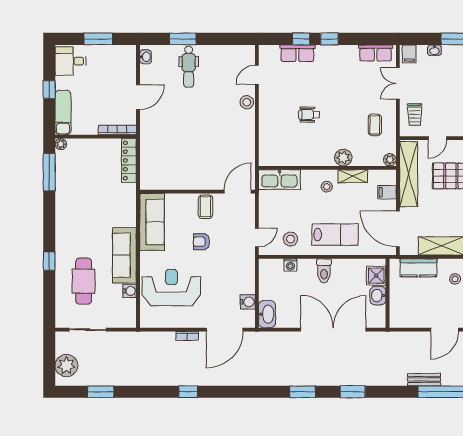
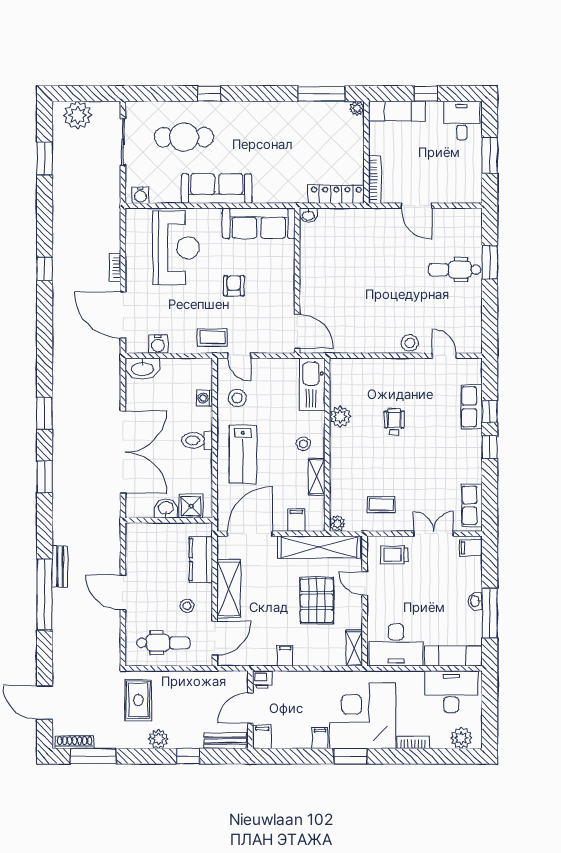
washbasin: (434, 50) -> (475, 601), moved
washbasin: (146, 57) -> (308, 215), moved
plant: (343, 158) -> (340, 417), moved
coffee table: (205, 207) -> (212, 337), moved
water cooler: (130, 291) -> (140, 195), moved

